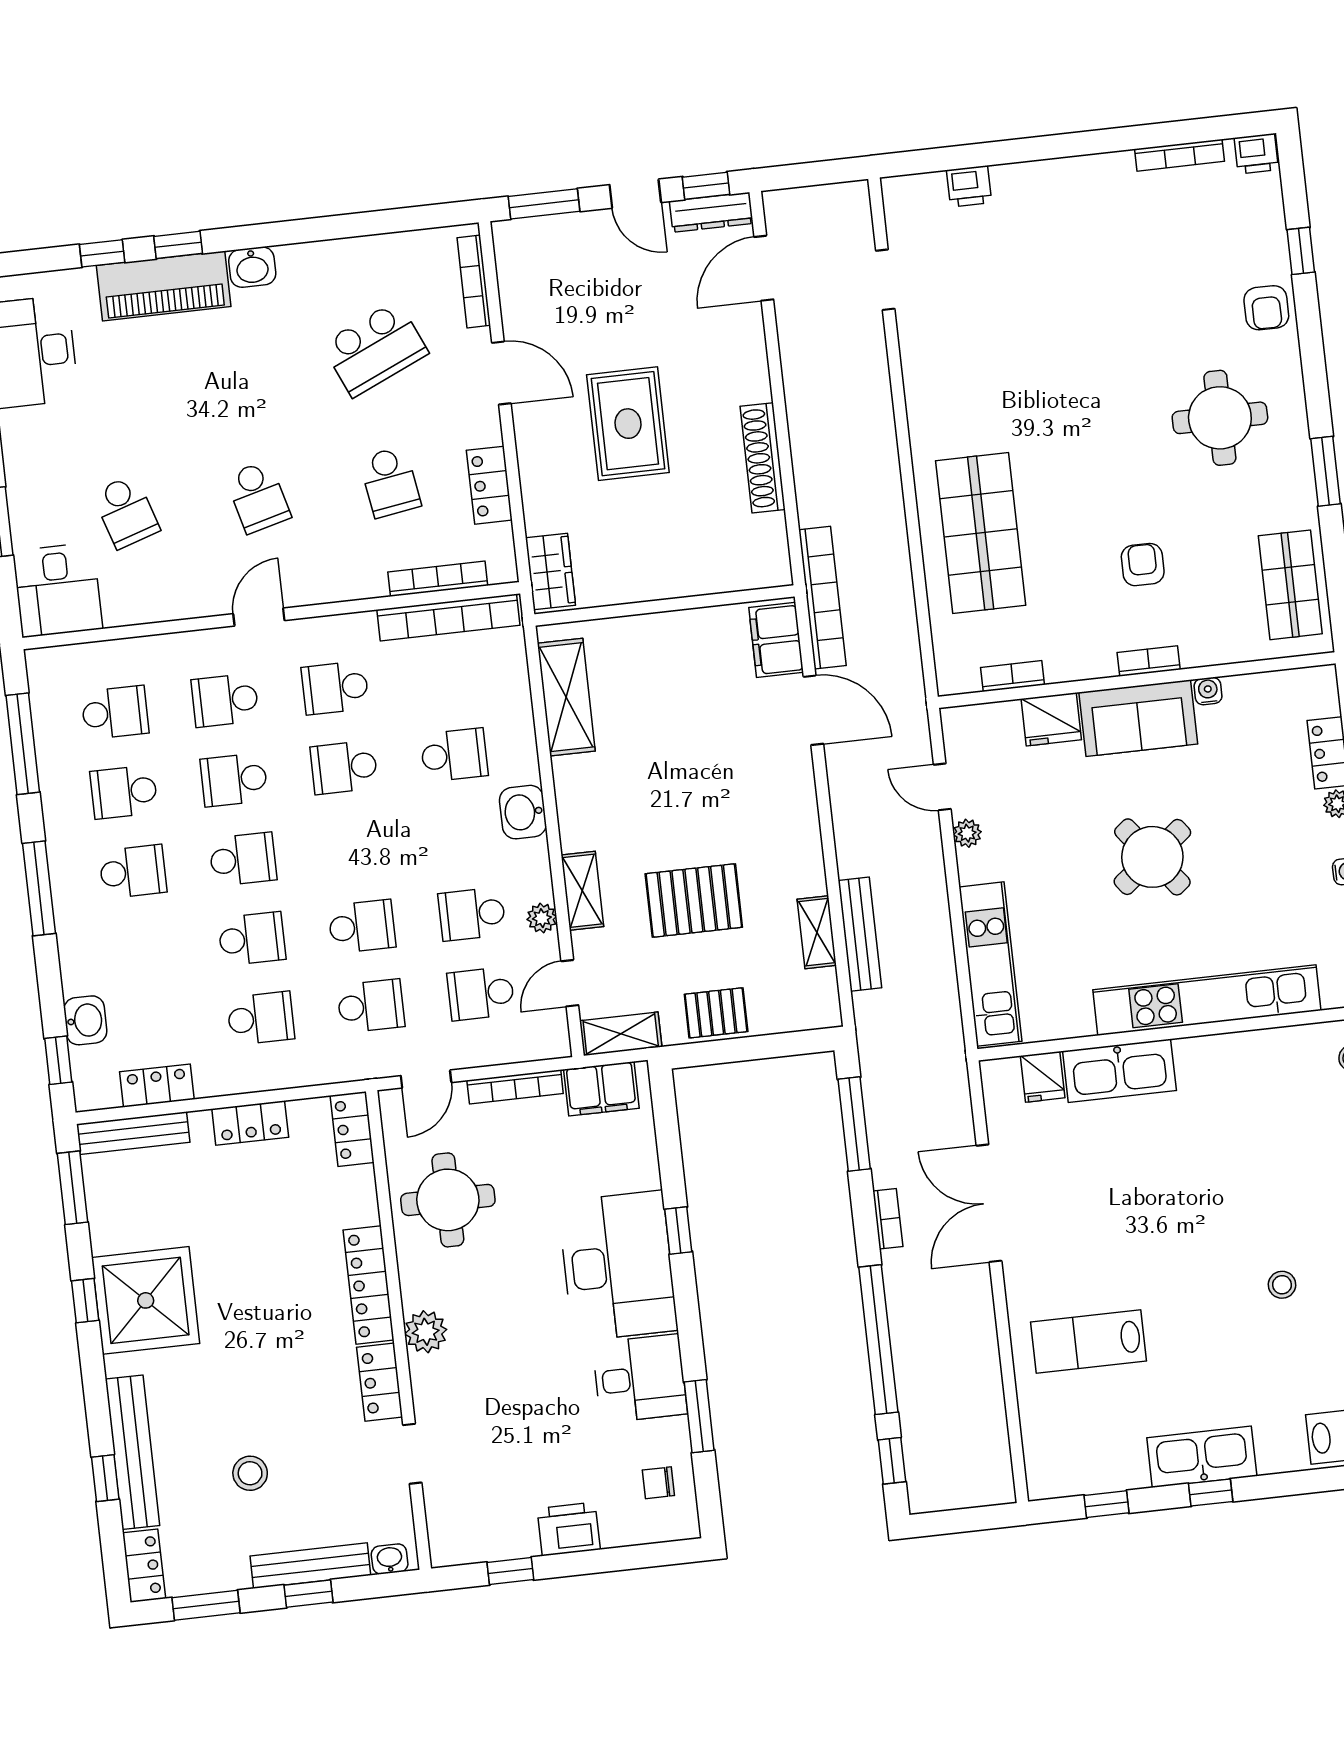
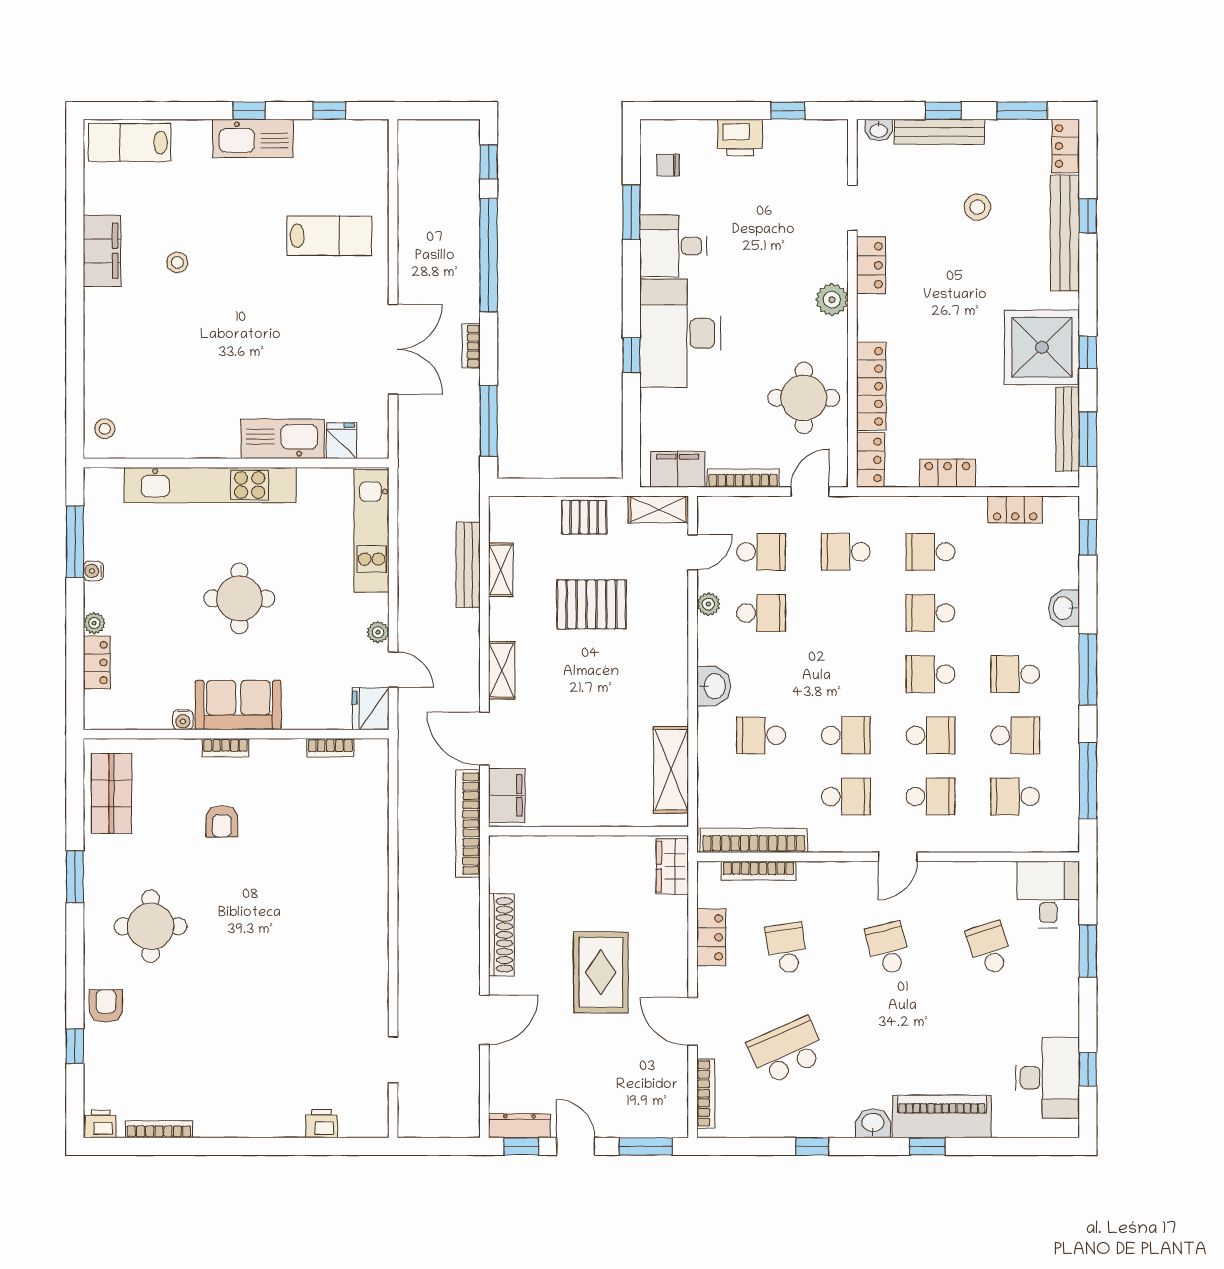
window: (102, 253) -> (812, 1146), moved
door: (764, 268) -> (484, 1020), moved
shop shelf: (981, 533) -> (342, 859), removed
fridge: (1051, 719) -> (371, 709), moved, turned -90
round table: (1152, 857) -> (239, 598), turned 38
shelving: (582, 891) -> (502, 670), moved
school desk: (362, 926) -> (846, 613), removed
washbasin: (85, 1020) -> (1064, 608), moved
bench: (133, 1133) -> (1067, 429), moved, turned 90
locker: (369, 1285) -> (871, 386), moved
chair: (658, 1483) -> (668, 165), turned 180

